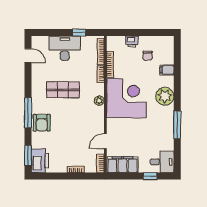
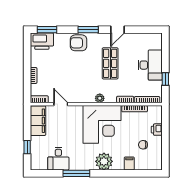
door: (28, 56) -> (118, 30), moved
window: (28, 113) -> (88, 30), width x0.69
desk: (162, 162) -> (58, 159), moved

